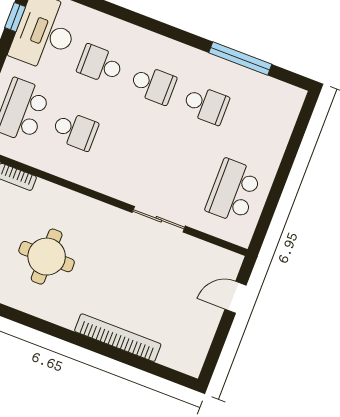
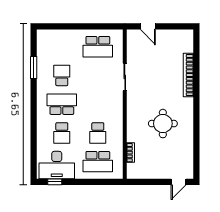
window: (240, 59) -> (34, 68), width x0.69
school desk: (153, 85) -> (62, 104), width x1.85
school desk: (75, 131) -> (98, 133), turned 180

